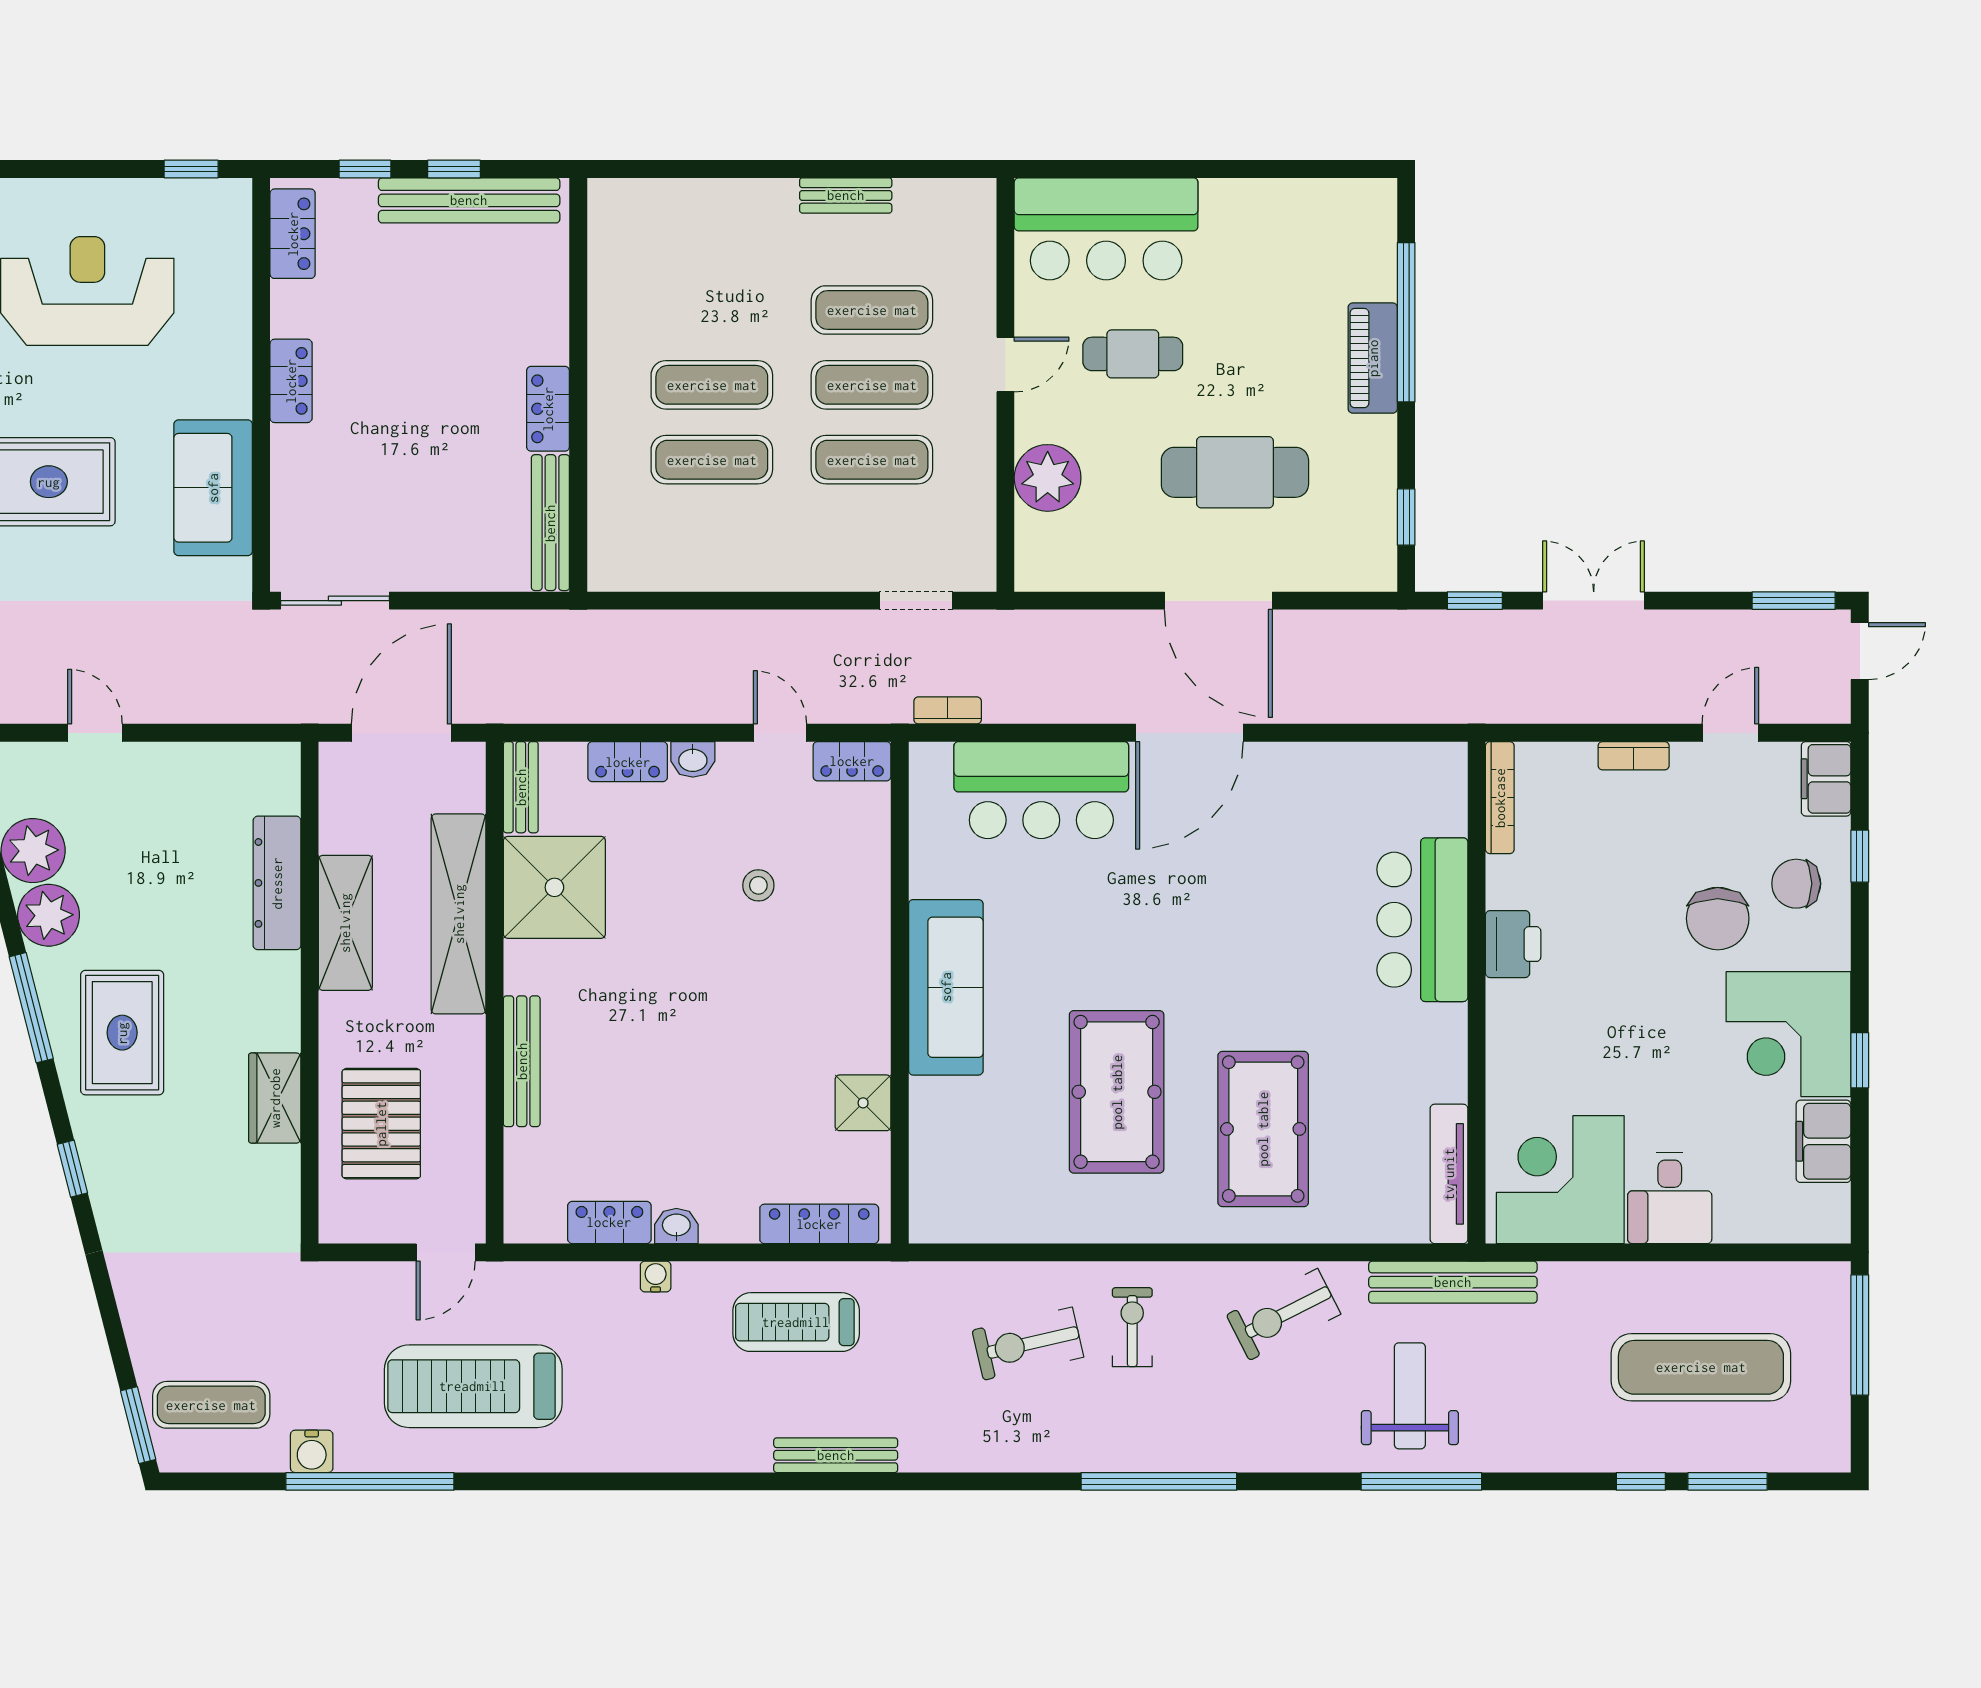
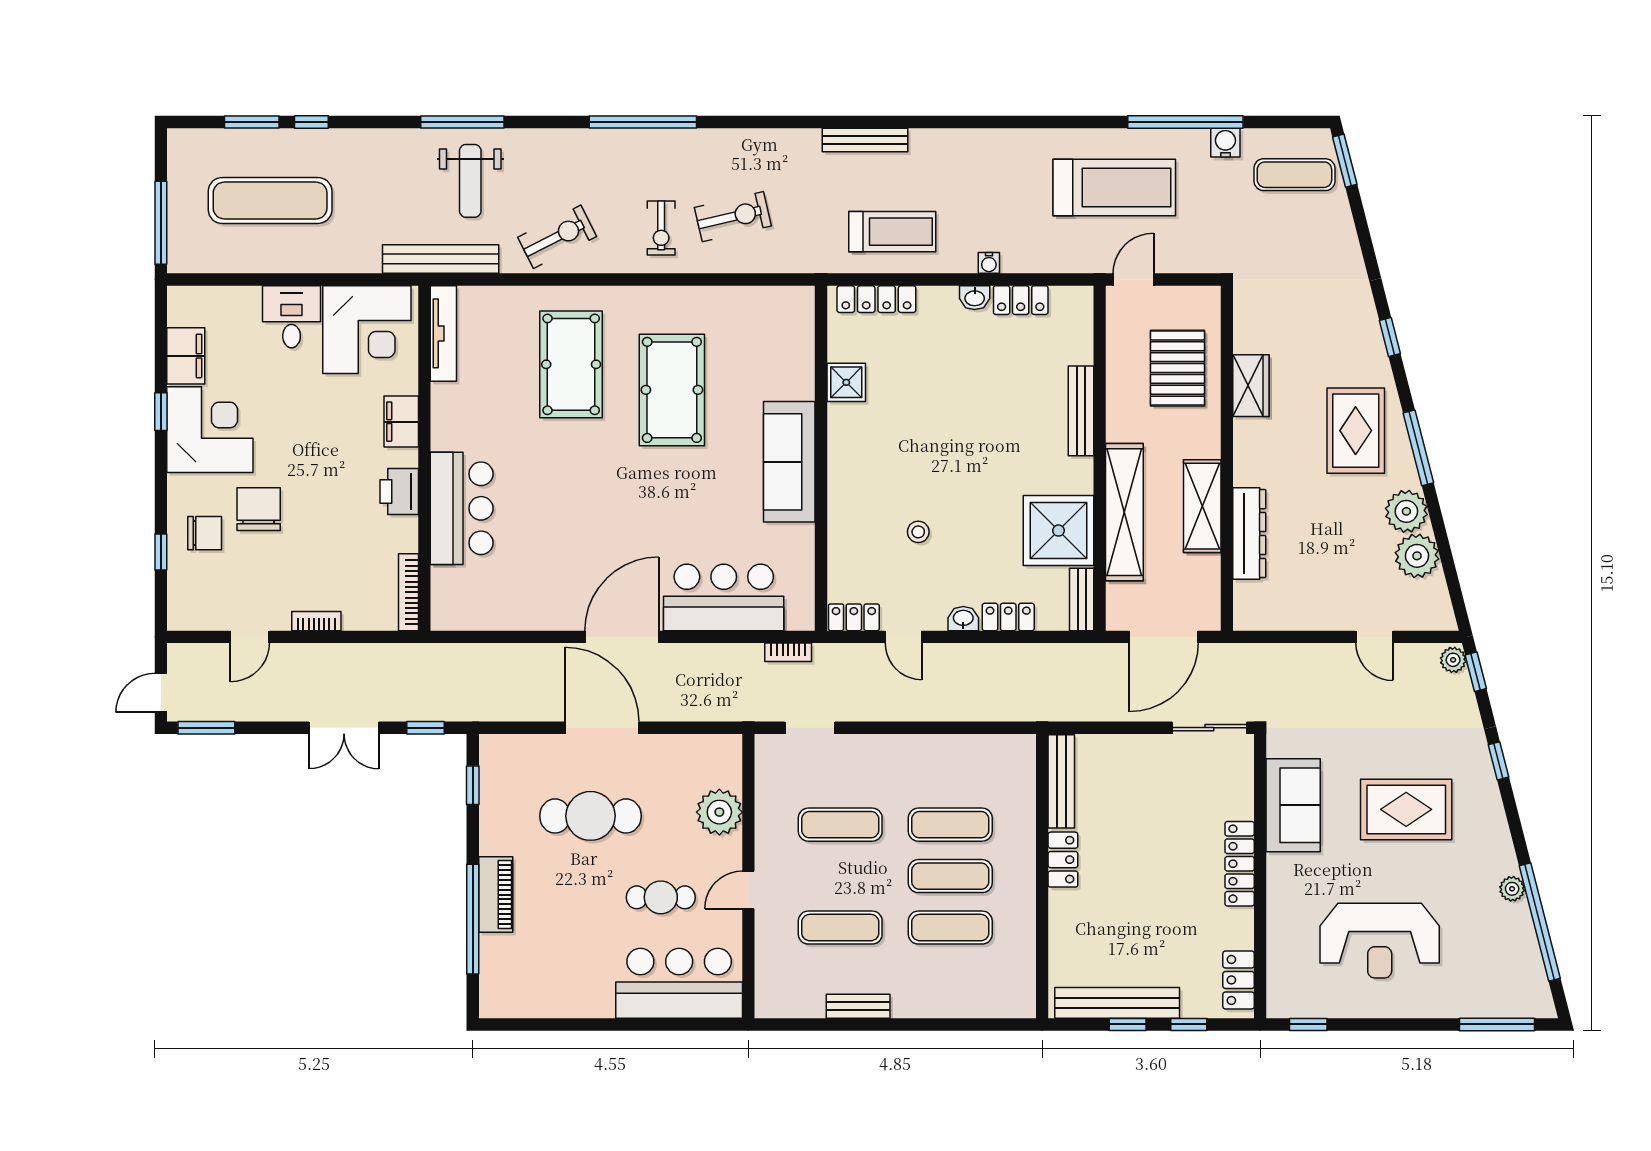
locker: (291, 381) -> (1240, 864), width x1.53
exercise mat: (872, 385) -> (950, 928), moved
filing cabinet: (1826, 779) -> (401, 422), moved, turned 180

